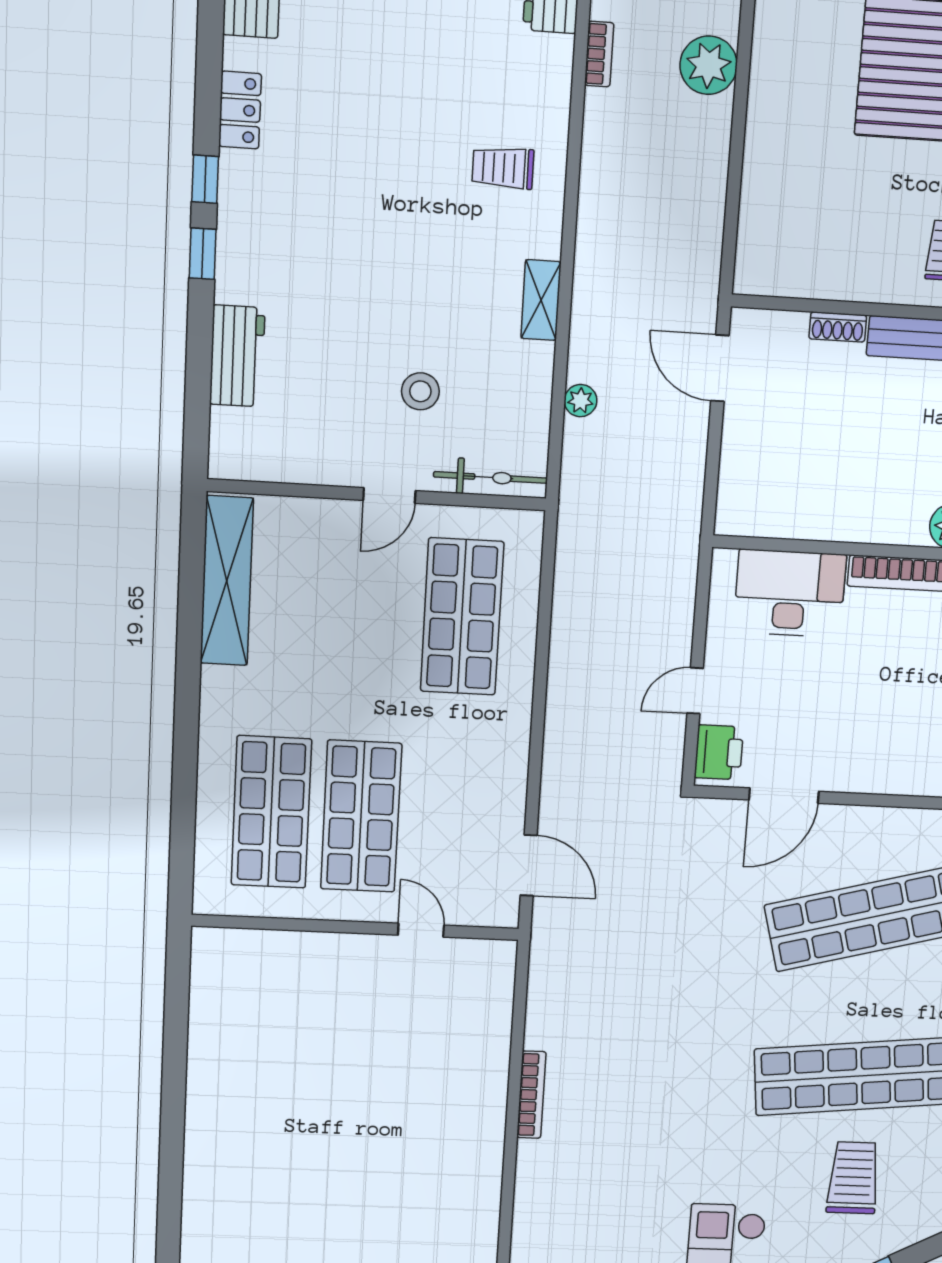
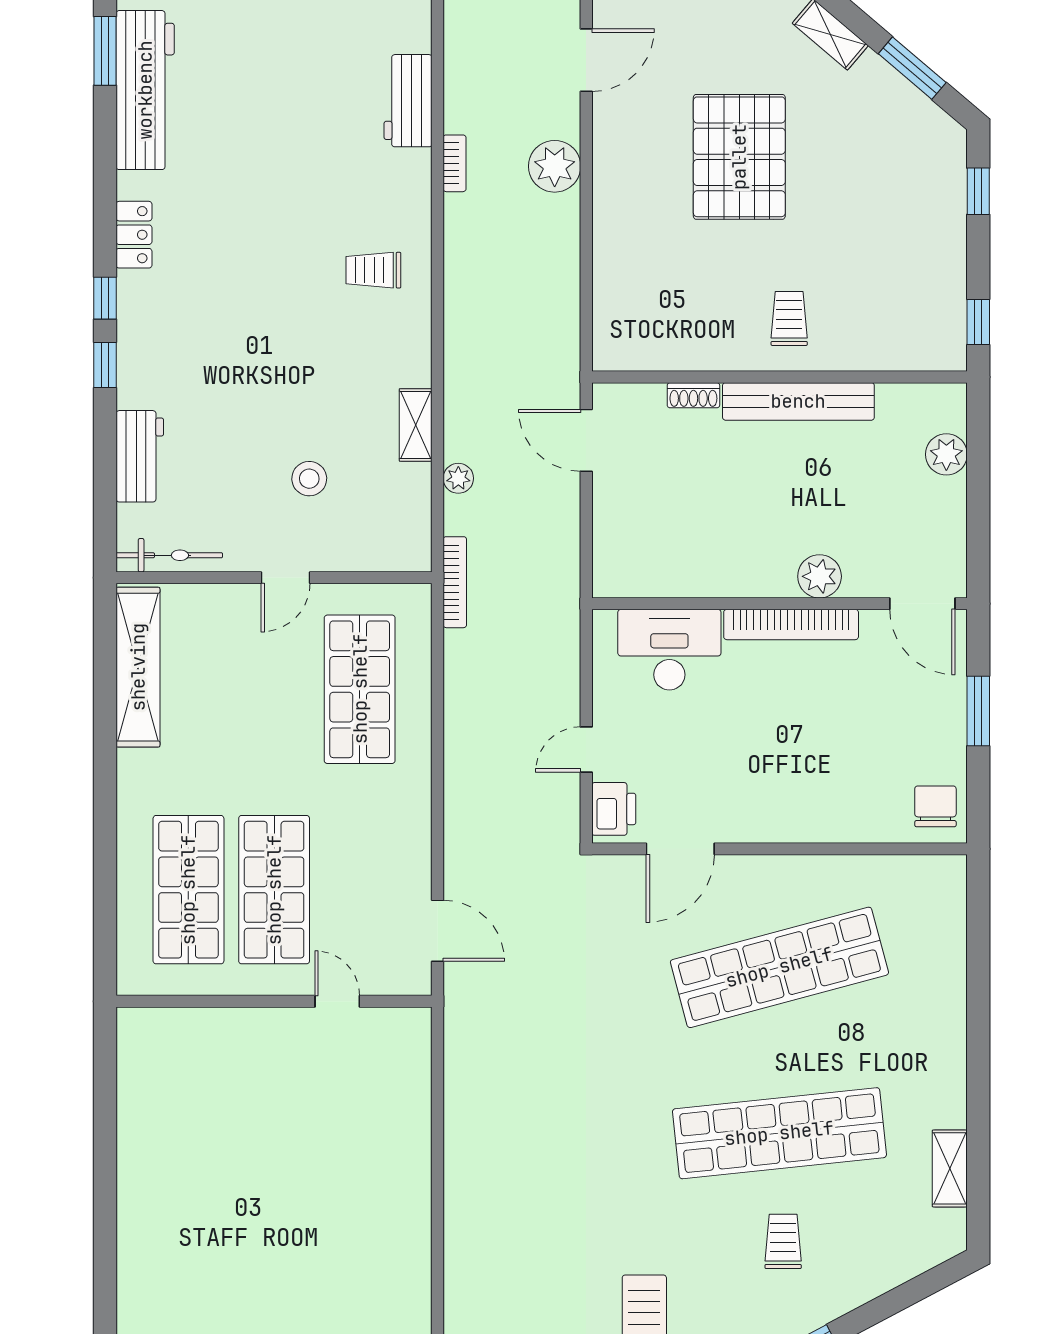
shelving: (541, 300) -> (416, 425), moved
bicycle: (491, 477) -> (169, 555), moved
bookcase: (531, 1095) -> (455, 582), moved
trolley: (853, 1178) -> (783, 1241), width x0.73, depth x0.72

